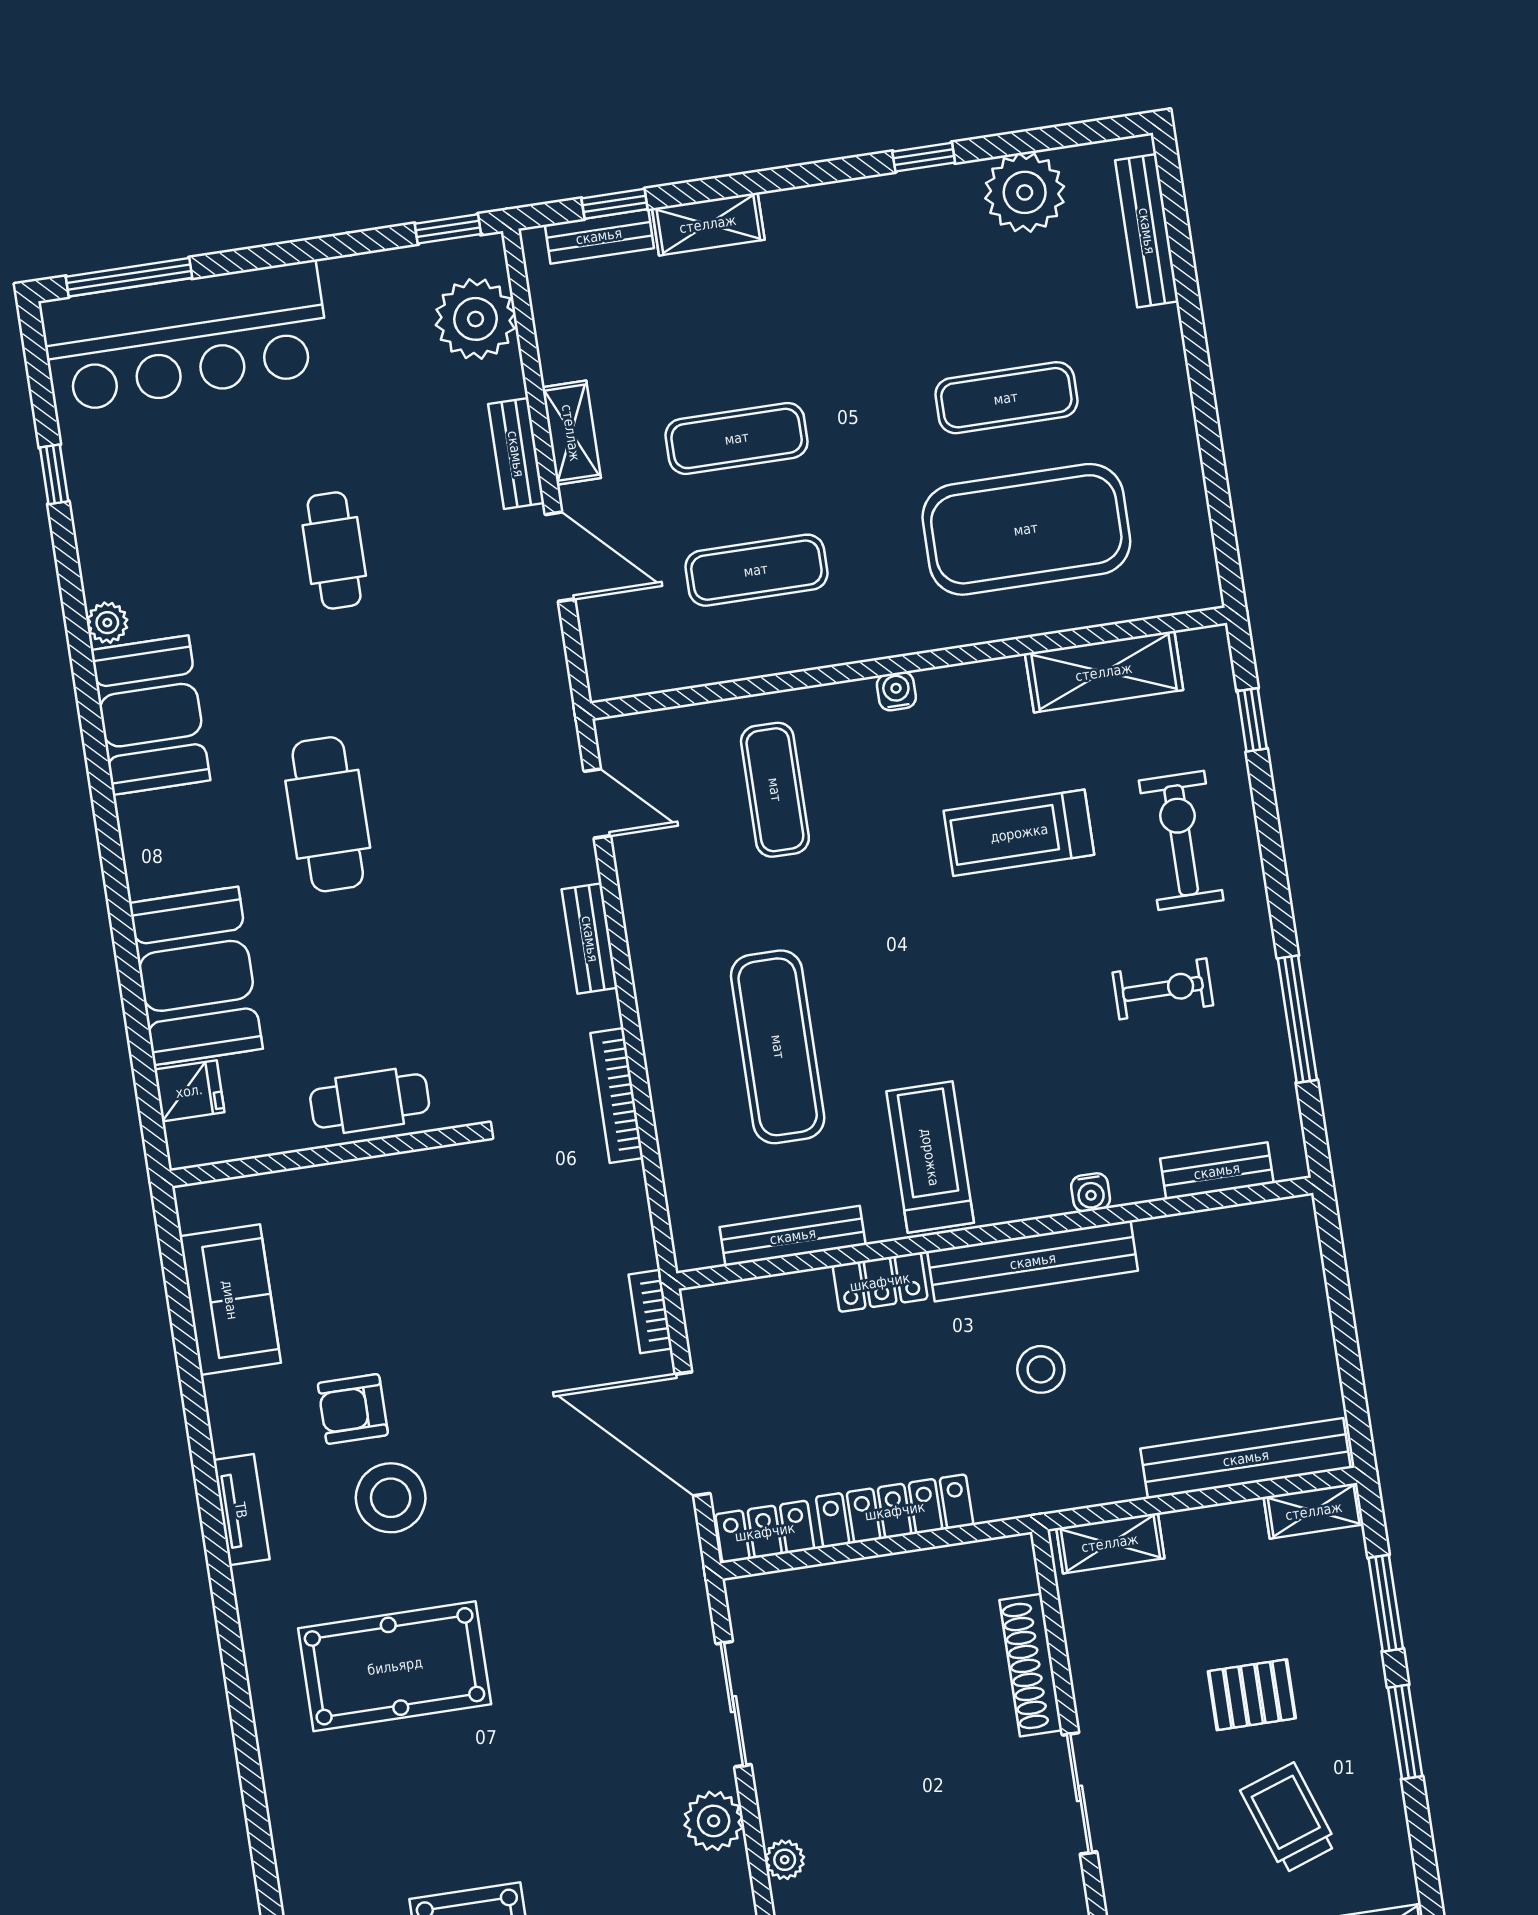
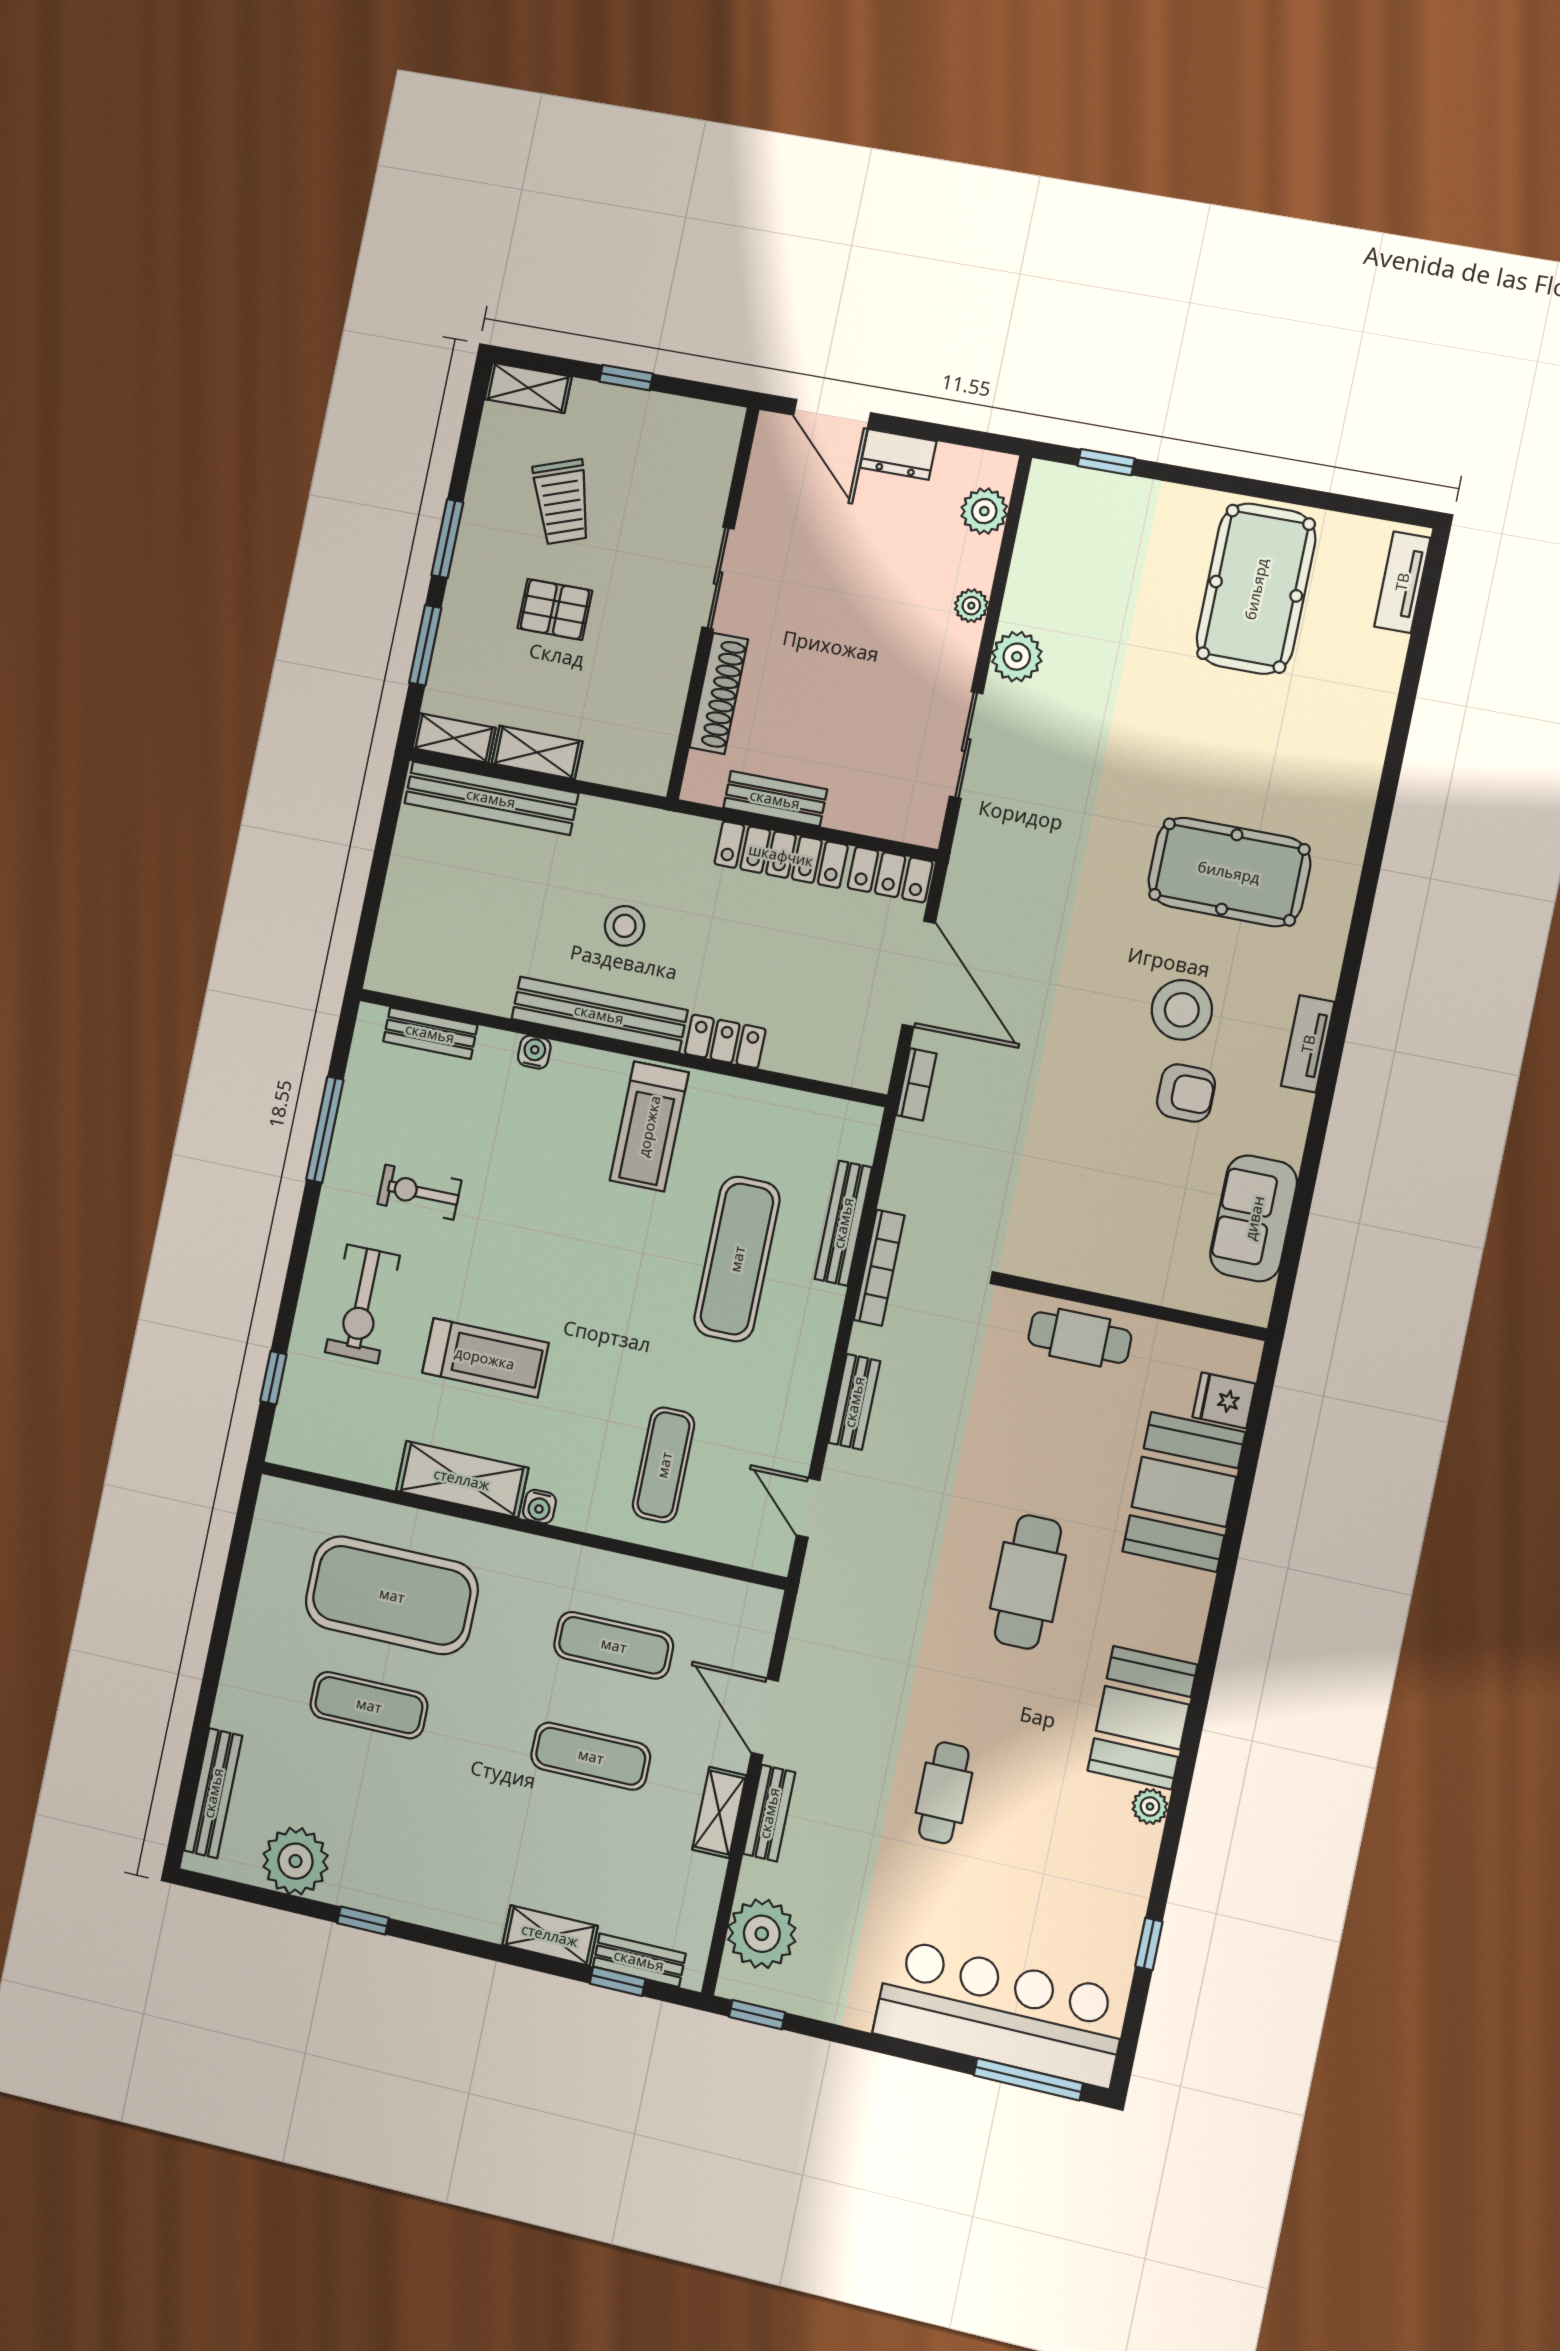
shelving: (1104, 672) -> (462, 1479), moved
bench: (793, 1236) -> (843, 1223), moved, turned 90
shelving: (1110, 1543) -> (537, 752), moved
bench: (924, 1571) -> (775, 799), added

